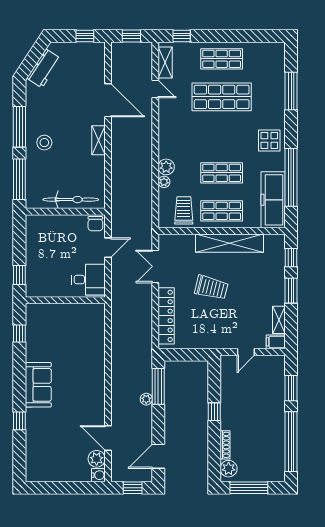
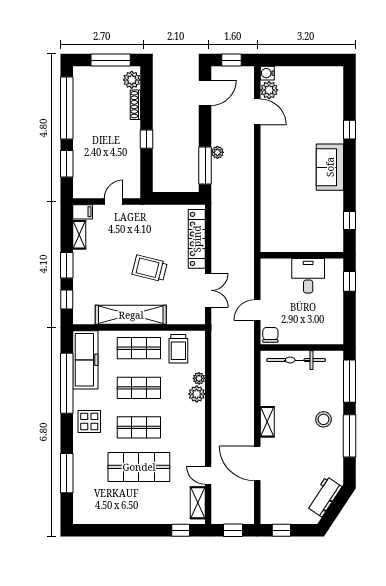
shop shelf: (222, 59) -> (139, 427), moved
desk: (88, 280) -> (308, 276), moved, turned 90

